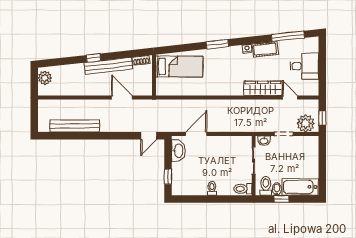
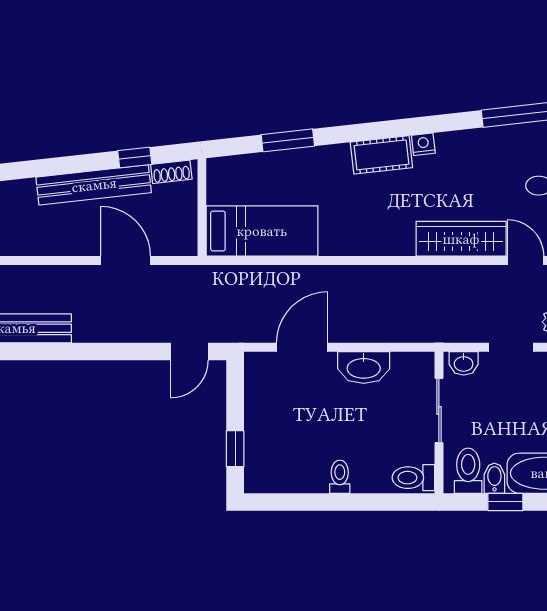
window: (217, 44) -> (288, 140), moved
cot: (265, 49) -> (381, 155), moved
window: (93, 58) -> (135, 157), moved
bed: (179, 67) -> (262, 231), moved
washbasin: (178, 151) -> (364, 367), moved, turned 90

